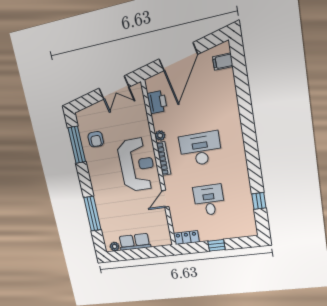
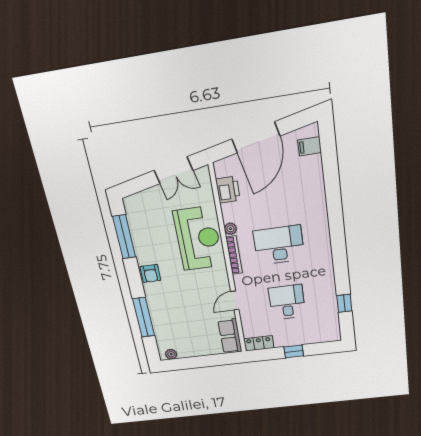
armchair: (96, 139) -> (150, 273), moved
reception desk: (137, 165) -> (198, 238), moved
row of seats: (135, 242) -> (230, 336), moved, turned -90

